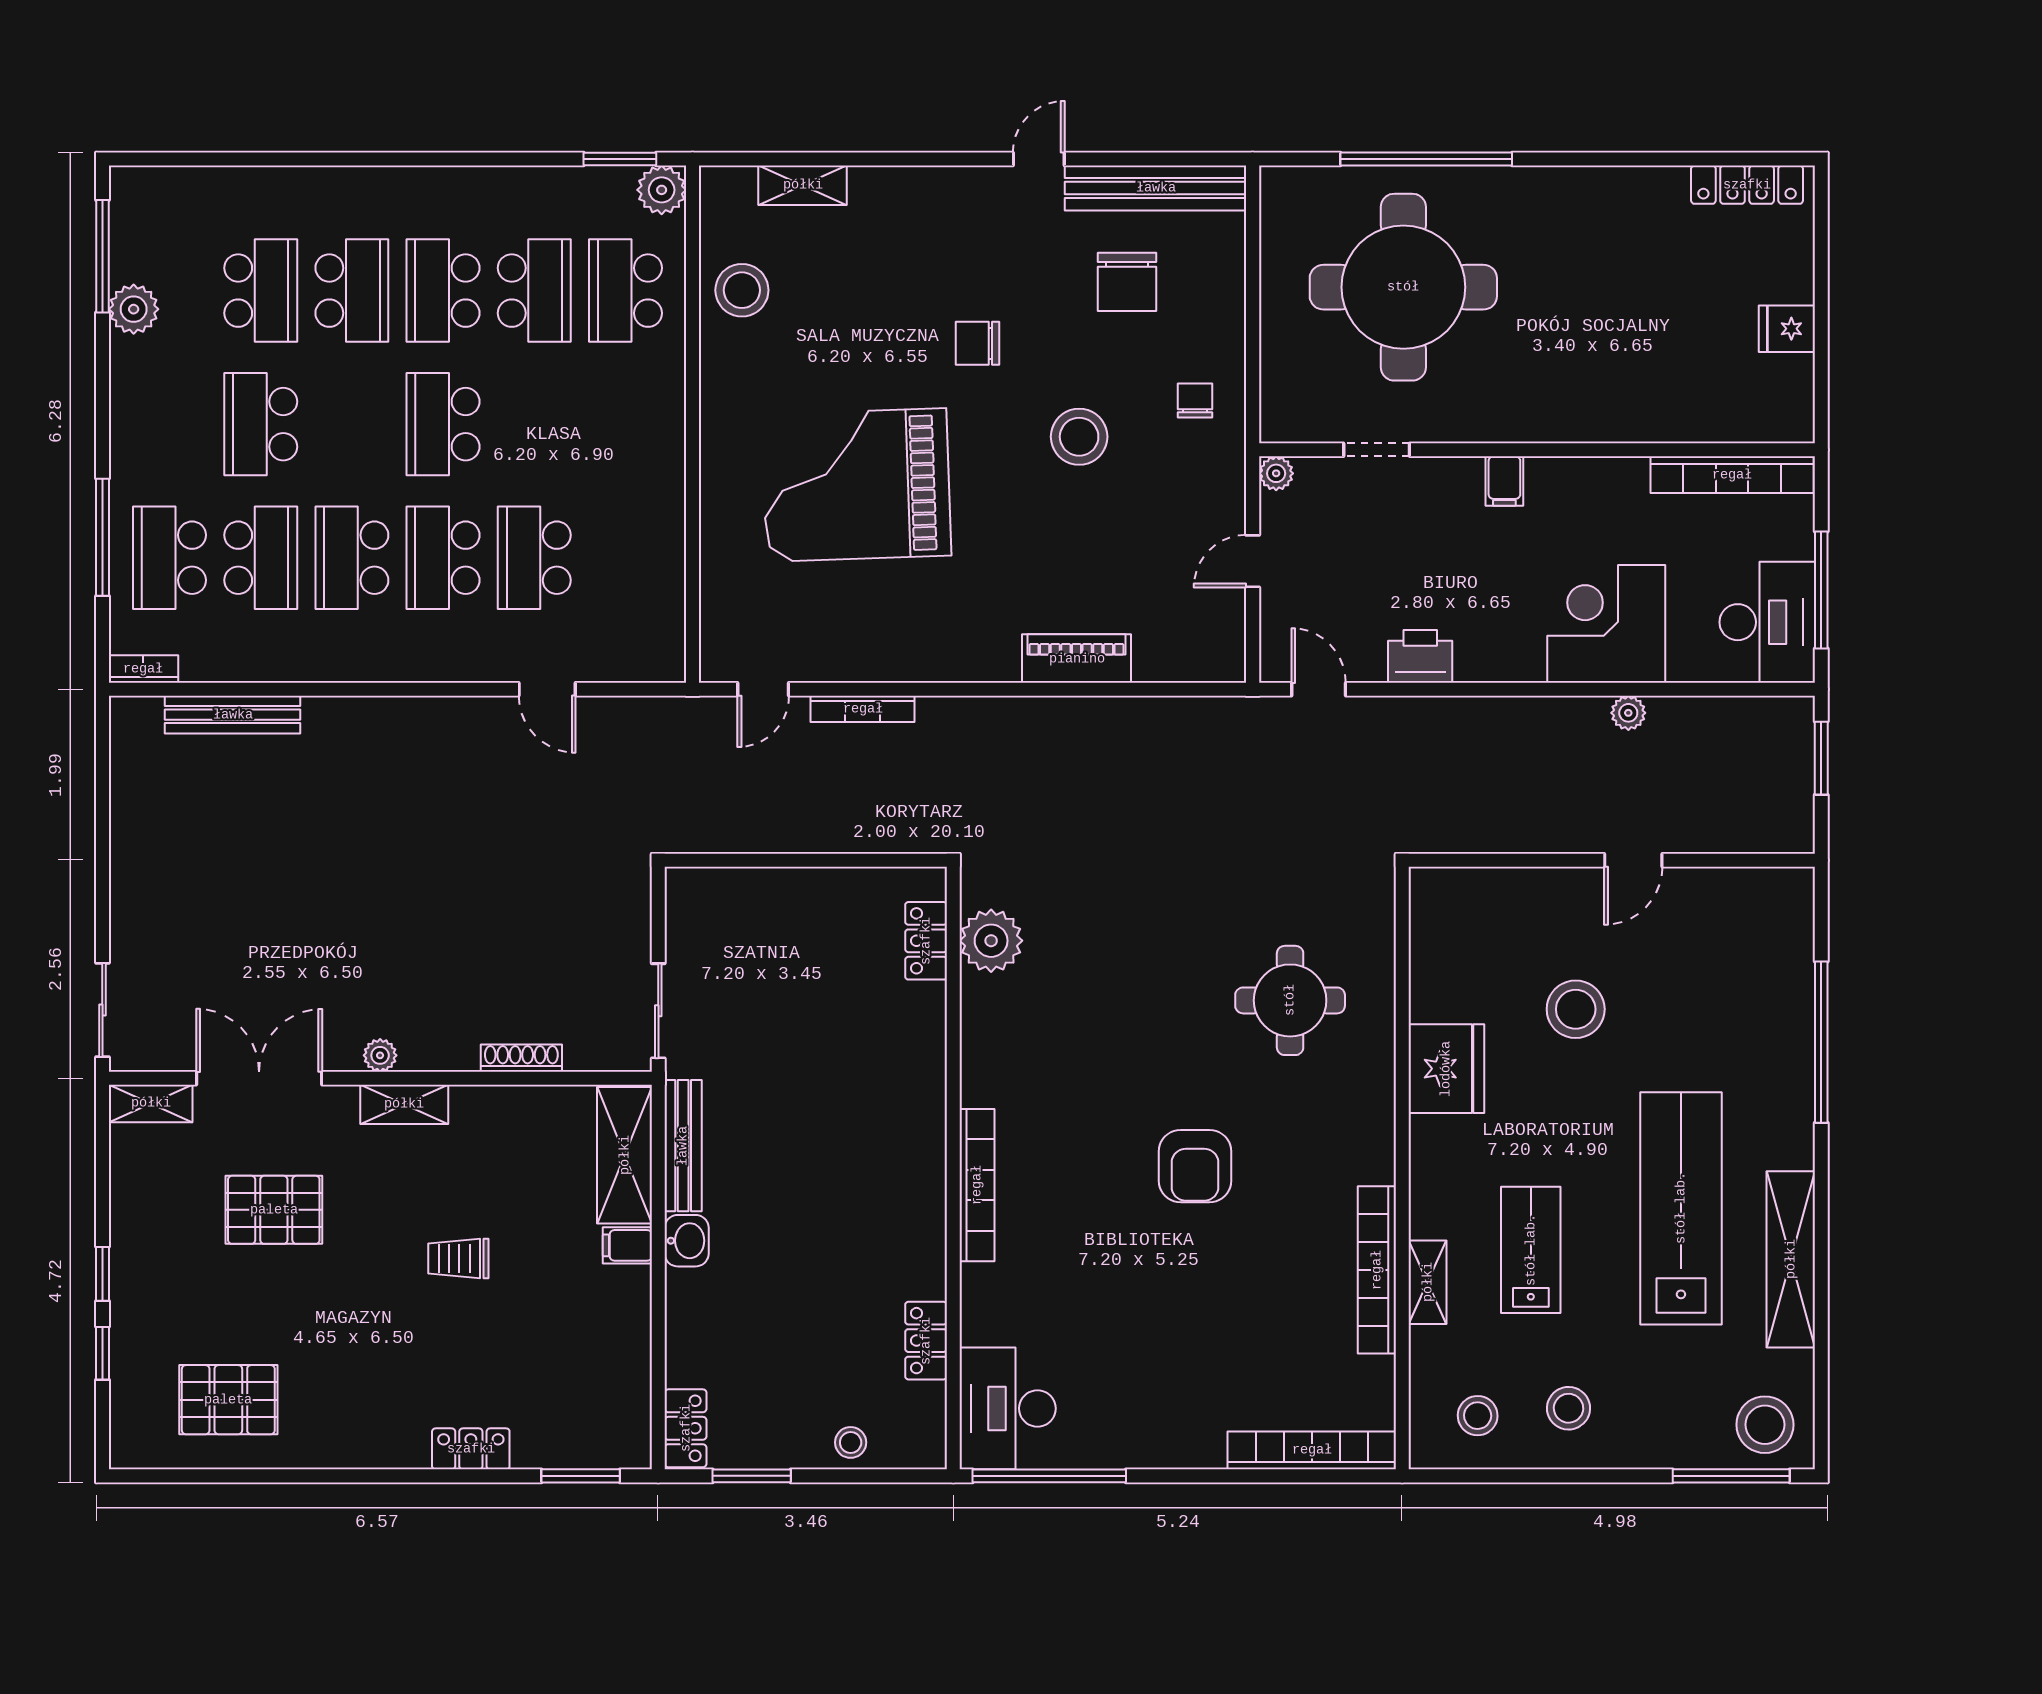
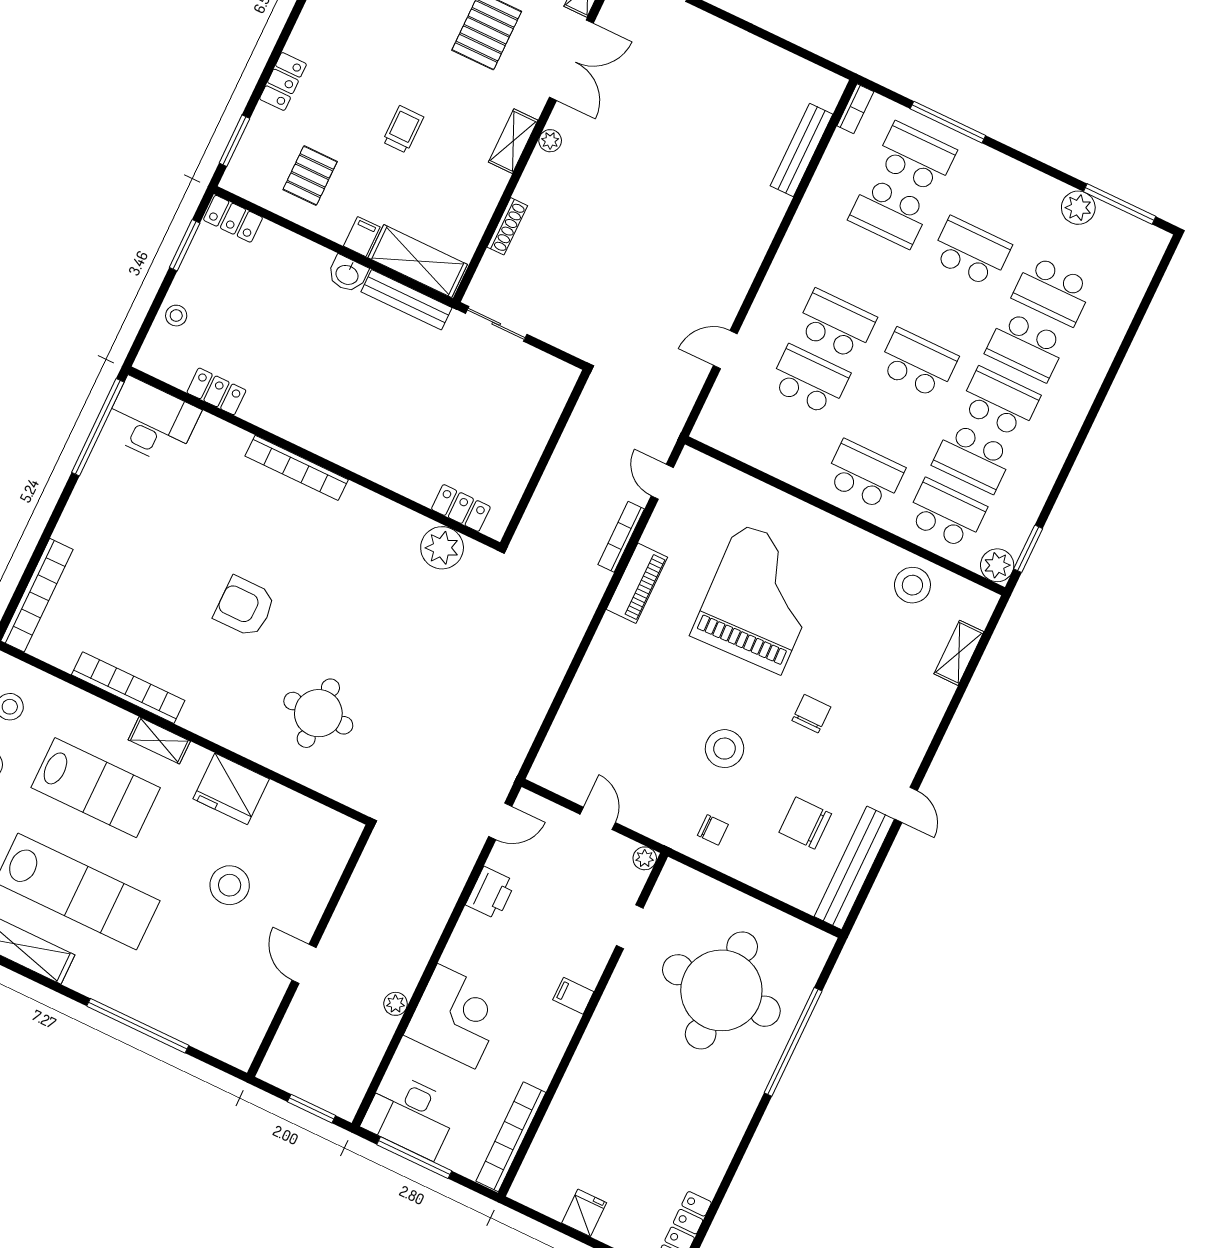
school desk: (352, 558) -> (864, 475), moved
piano: (1077, 659) -> (637, 583), moved
lab bench: (1531, 1250) -> (96, 788), width x1.36, depth x1.39
shelving: (1428, 1282) -> (159, 740), moved
pallet: (579, 1353) -> (310, 176), added

